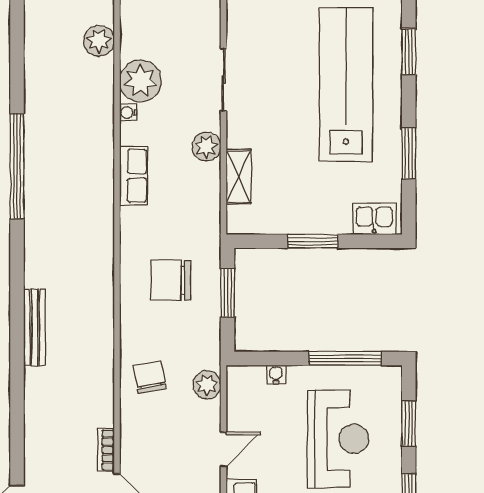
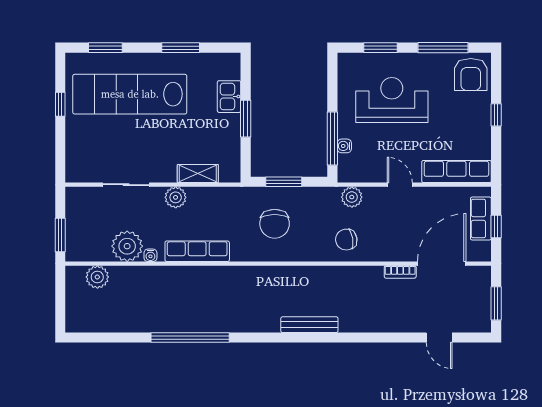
row of seats: (134, 176) -> (197, 251), width x1.48
kitchen sink: (374, 219) -> (229, 97), moved
window: (345, 358) -> (332, 138), moved

